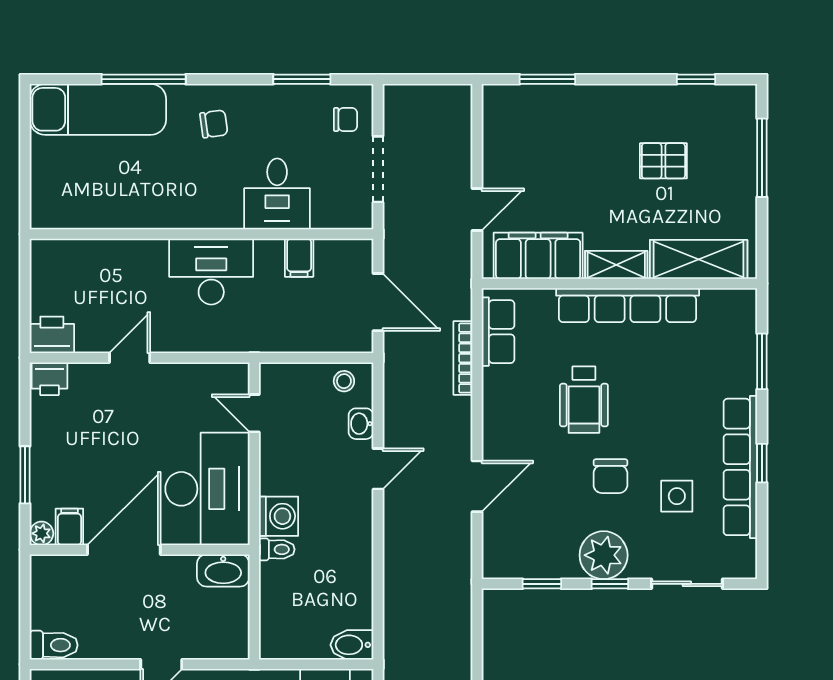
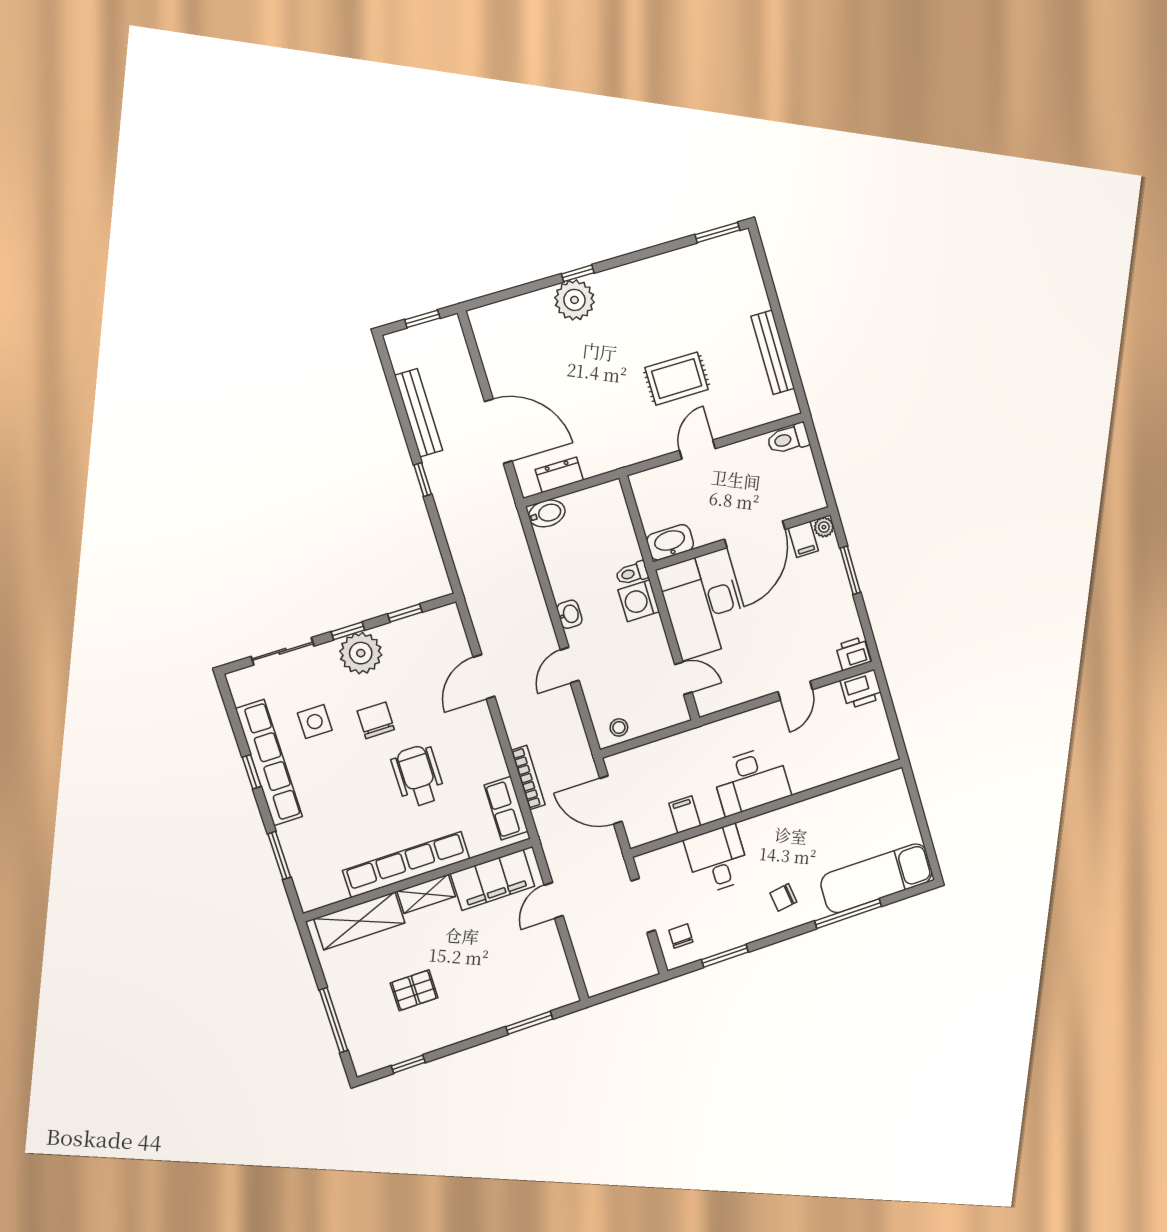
chair: (346, 119) -> (681, 936), turned 90
washbasin: (361, 424) -> (569, 614), moved

